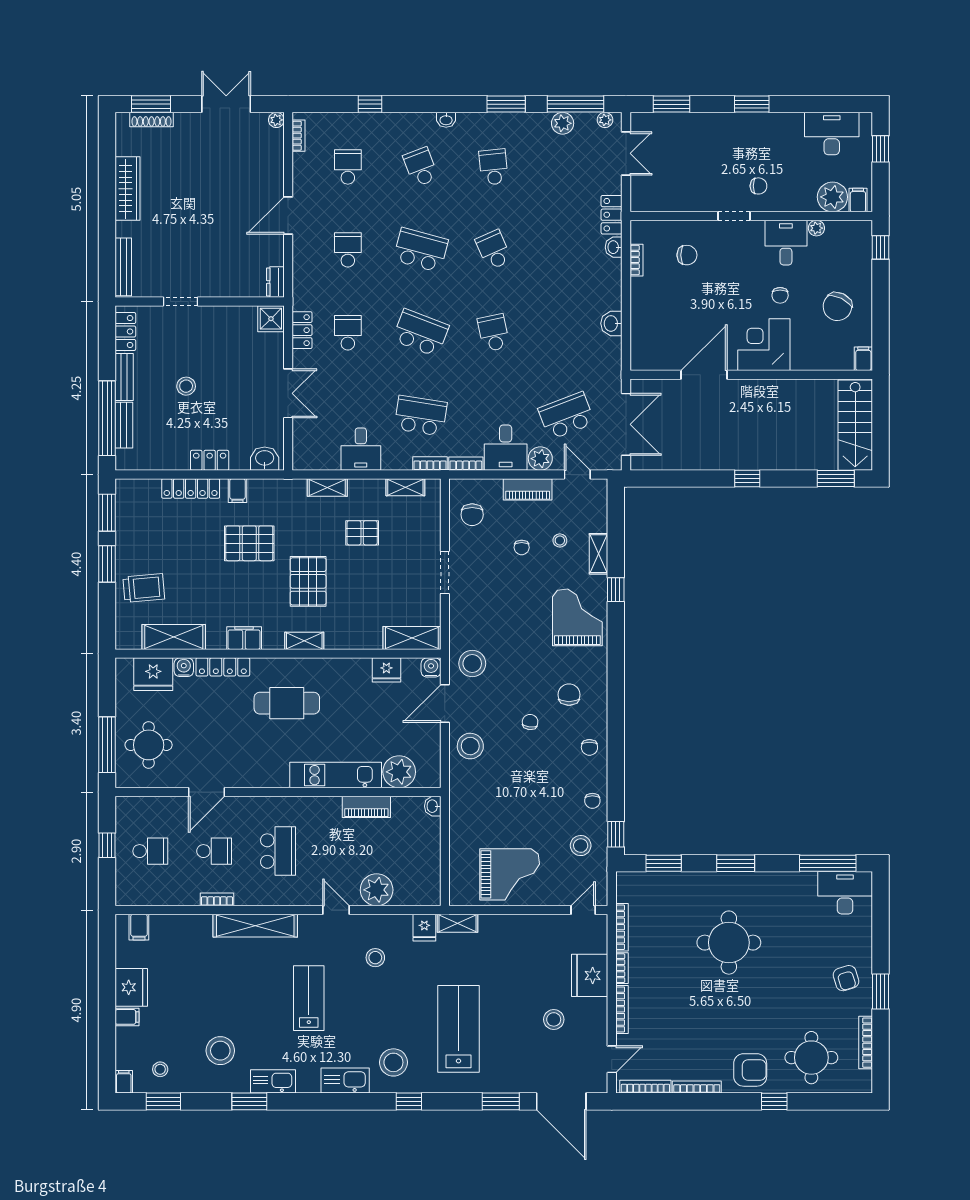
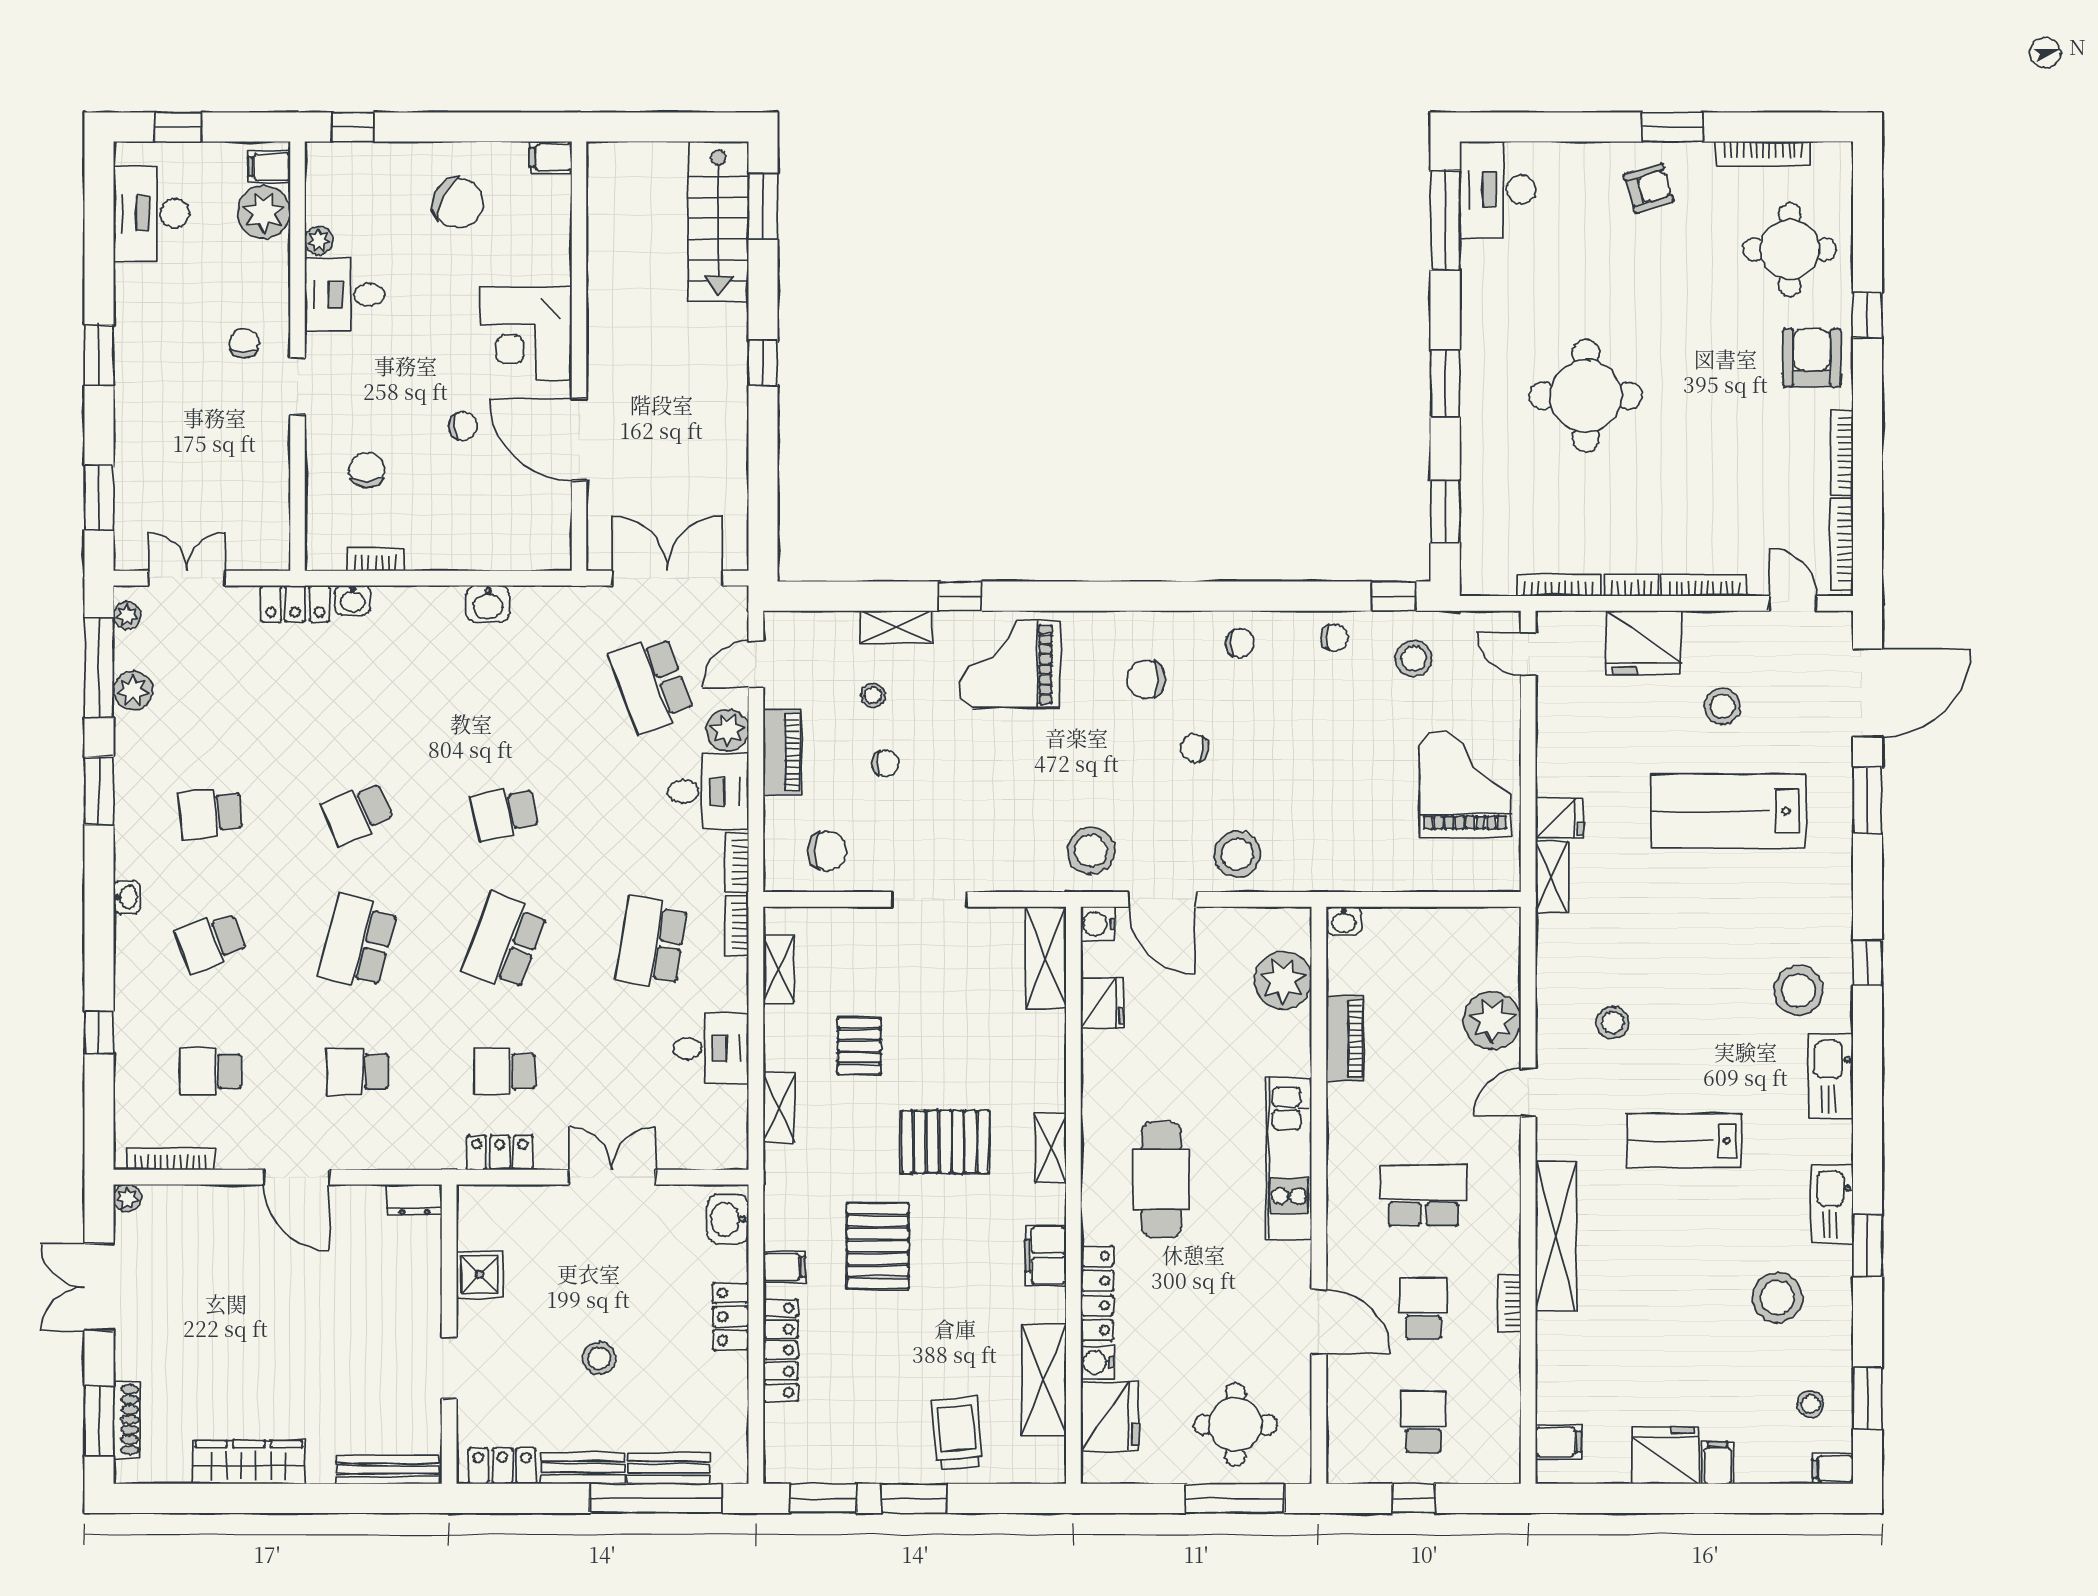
bookcase: (298, 136) -> (171, 1159), width x1.56
chair: (780, 295) -> (463, 426), moved
shower: (271, 319) -> (480, 1275), moved
stairs: (855, 425) -> (718, 222), moved, turned 90
kitchen unit: (336, 775) -> (1289, 1159), moved
fridge: (424, 928) -> (1559, 818), moved
lab bench: (459, 1029) -> (1729, 811), moved

